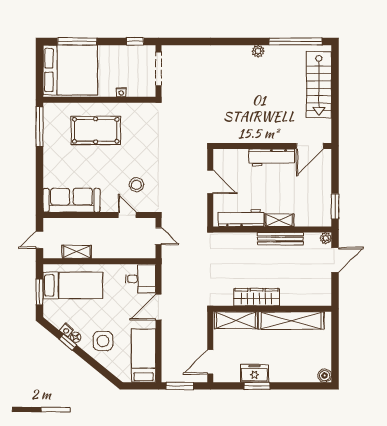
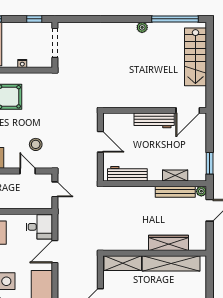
shelving: (279, 220) -> (175, 175), moved
bench: (280, 239) -> (175, 192), moved
wardrobe: (257, 297) -> (168, 243), moved

